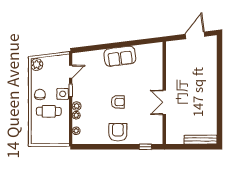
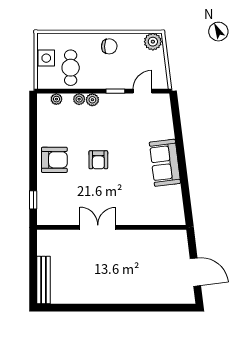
door: (71, 72) -> (143, 91), swing flipped
side table: (63, 94) -> (46, 58), moved
cafe table: (49, 111) -> (71, 68), moved

